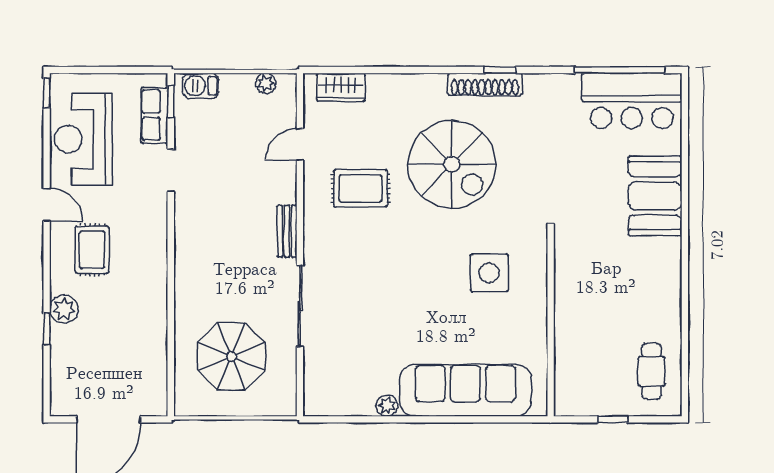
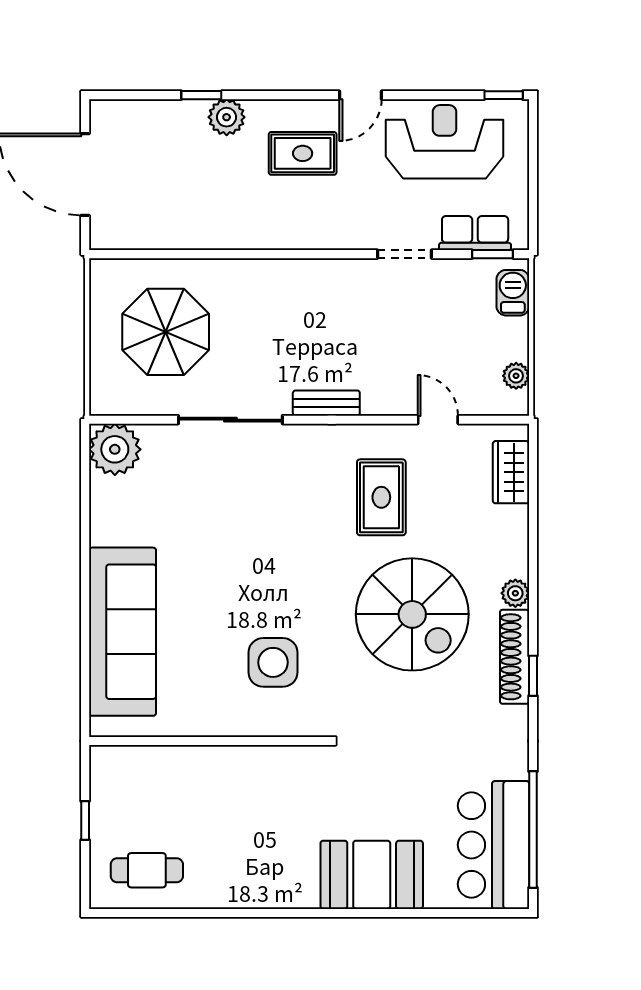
plant: (435, 84) -> (515, 593), added
spiral stairs: (452, 164) -> (412, 614), turned -90
plant: (387, 406) -> (115, 449), moved, width x1.88, depth x1.88

